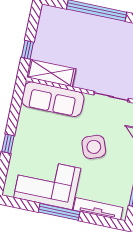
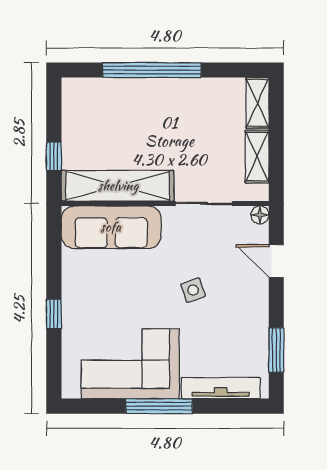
shelving: (51, 73) -> (118, 186), width x1.47
side table: (94, 147) -> (193, 290), width x0.54, depth x0.54

